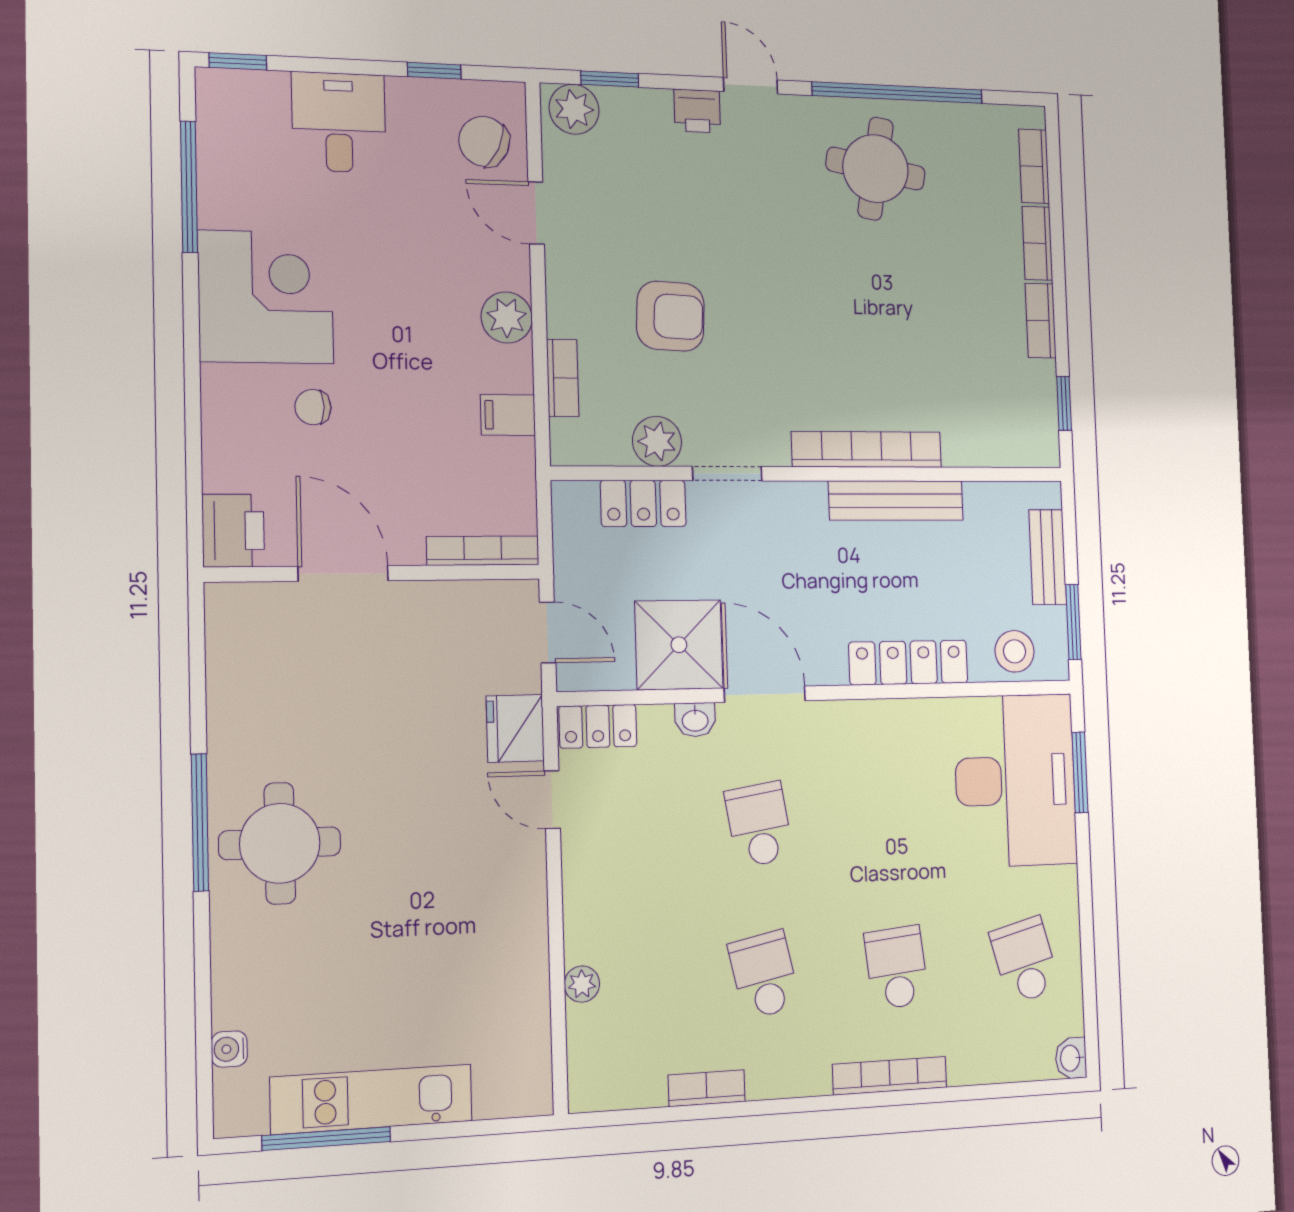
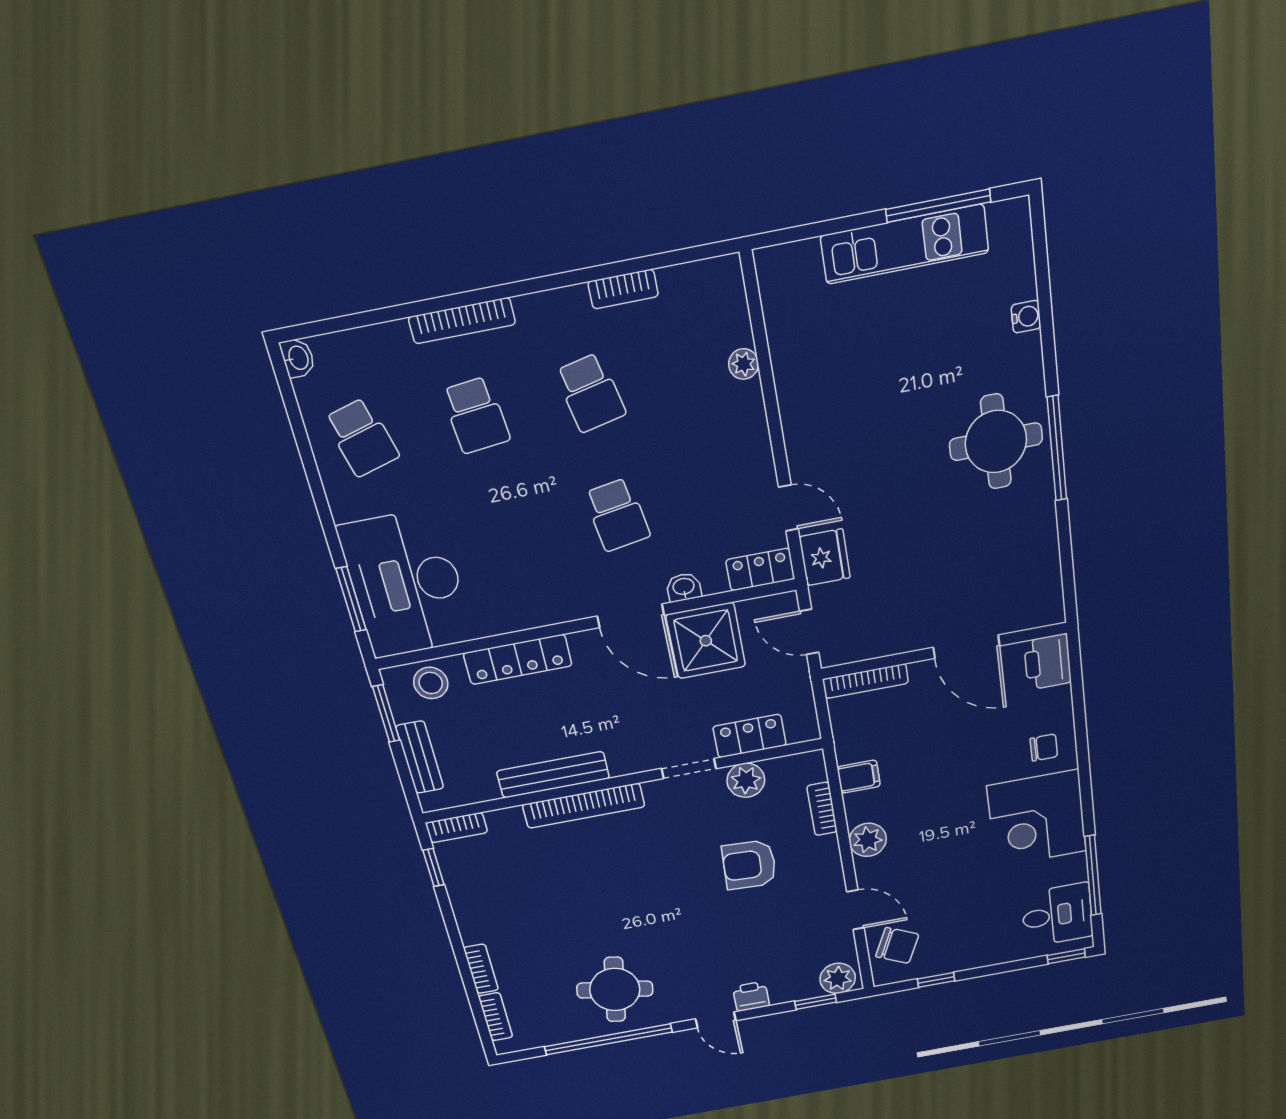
desk: (339, 122) -> (1057, 915), moved, turned -90
bookcase: (1041, 321) -> (457, 828), moved, turned 90
chair: (313, 407) -> (1044, 748), moved
water cooler: (229, 1049) -> (1026, 317), moved

